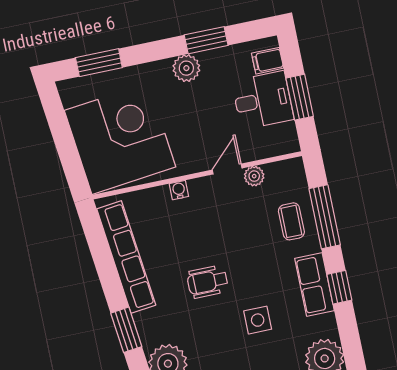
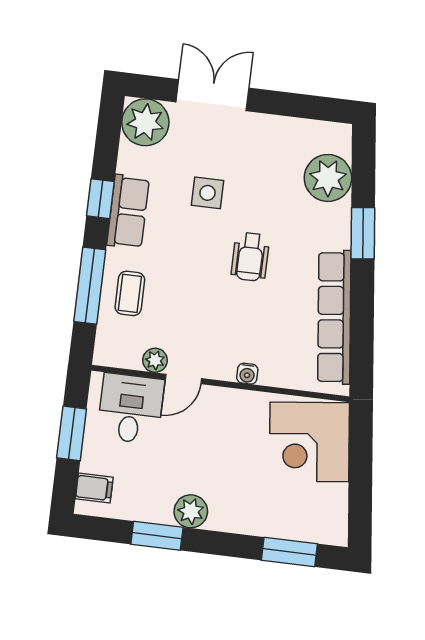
desk: (263, 100) -> (131, 409), moved, turned 90
corner desk: (120, 139) -> (309, 442), width x0.74, depth x0.74
wheelchair: (207, 282) -> (250, 257), turned 90

